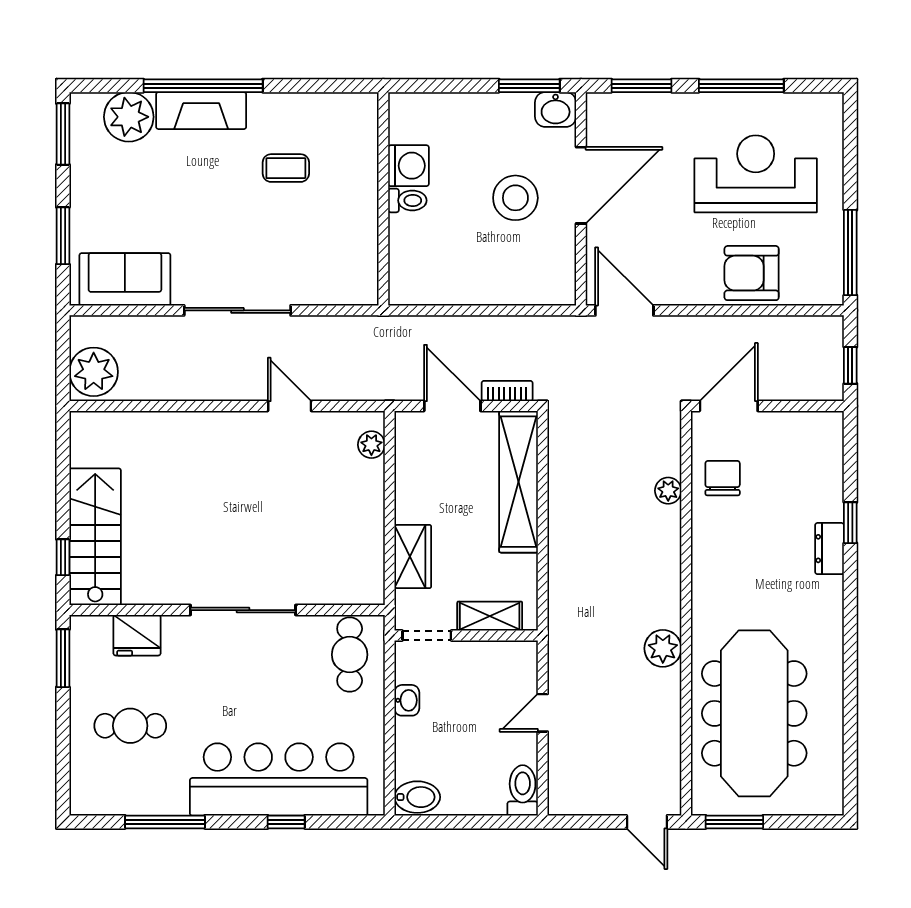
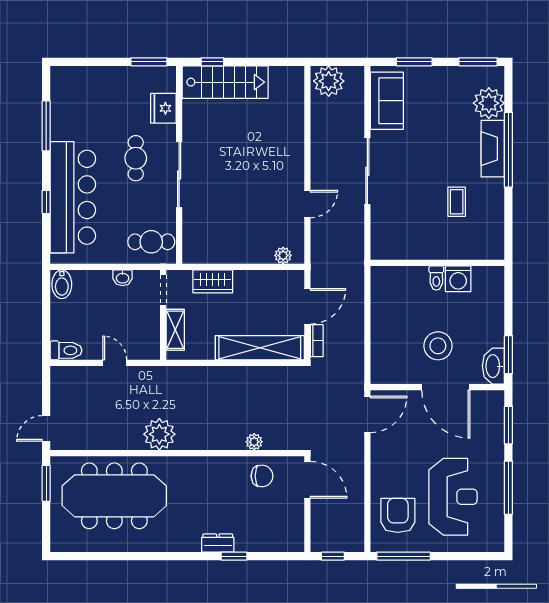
washbasin: (556, 109) -> (493, 366), width x1.38
armchair: (752, 273) -> (398, 515), moved
plant: (663, 648) -> (159, 434), width x1.36, depth x1.36
cafe table: (130, 726) -> (136, 158), moved

